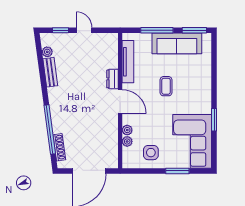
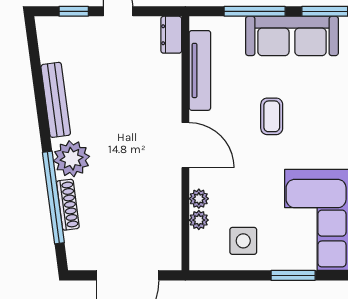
plant: (47, 52) -> (72, 159), moved, width x1.88, depth x1.88
bench: (50, 72) -> (56, 100), width x1.36
dresser: (113, 79) -> (171, 35), moved
shoe rack: (59, 147) -> (68, 205), moved

